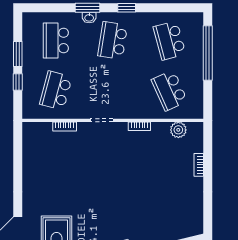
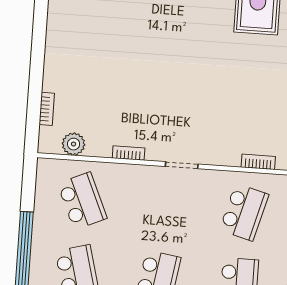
bookcase: (65, 126) -> (258, 162), moved
bookcase: (199, 165) -> (47, 109), moved

